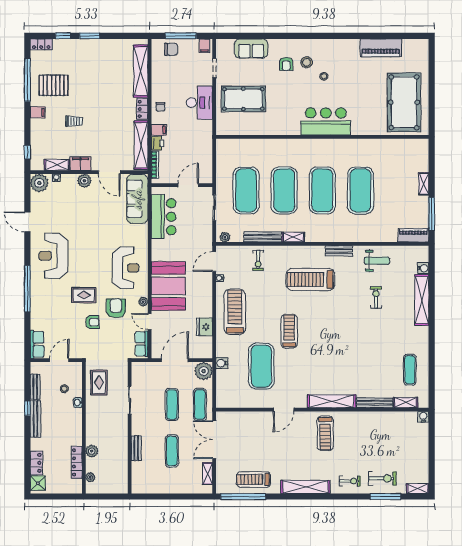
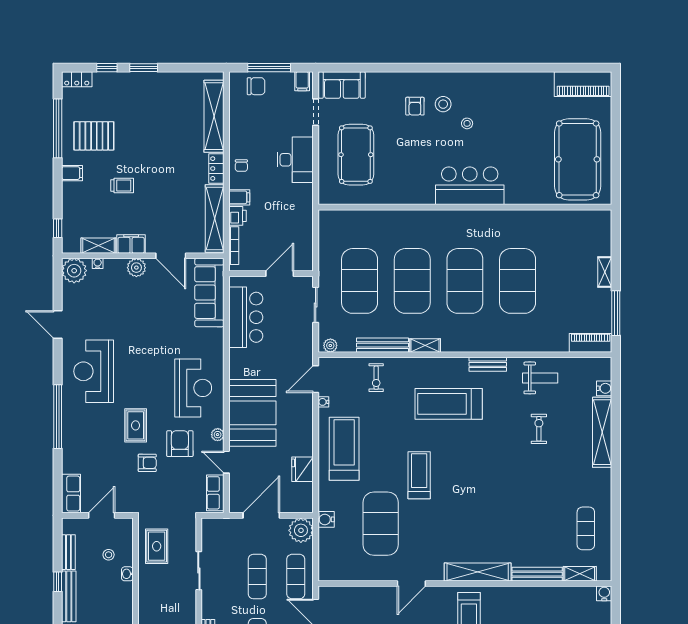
piano: (381, 48) -> (583, 84), moved
sofa: (251, 49) -> (342, 85), moved
pool table: (243, 99) -> (356, 155), turned 90
rug: (84, 295) -> (136, 425), turned 90

